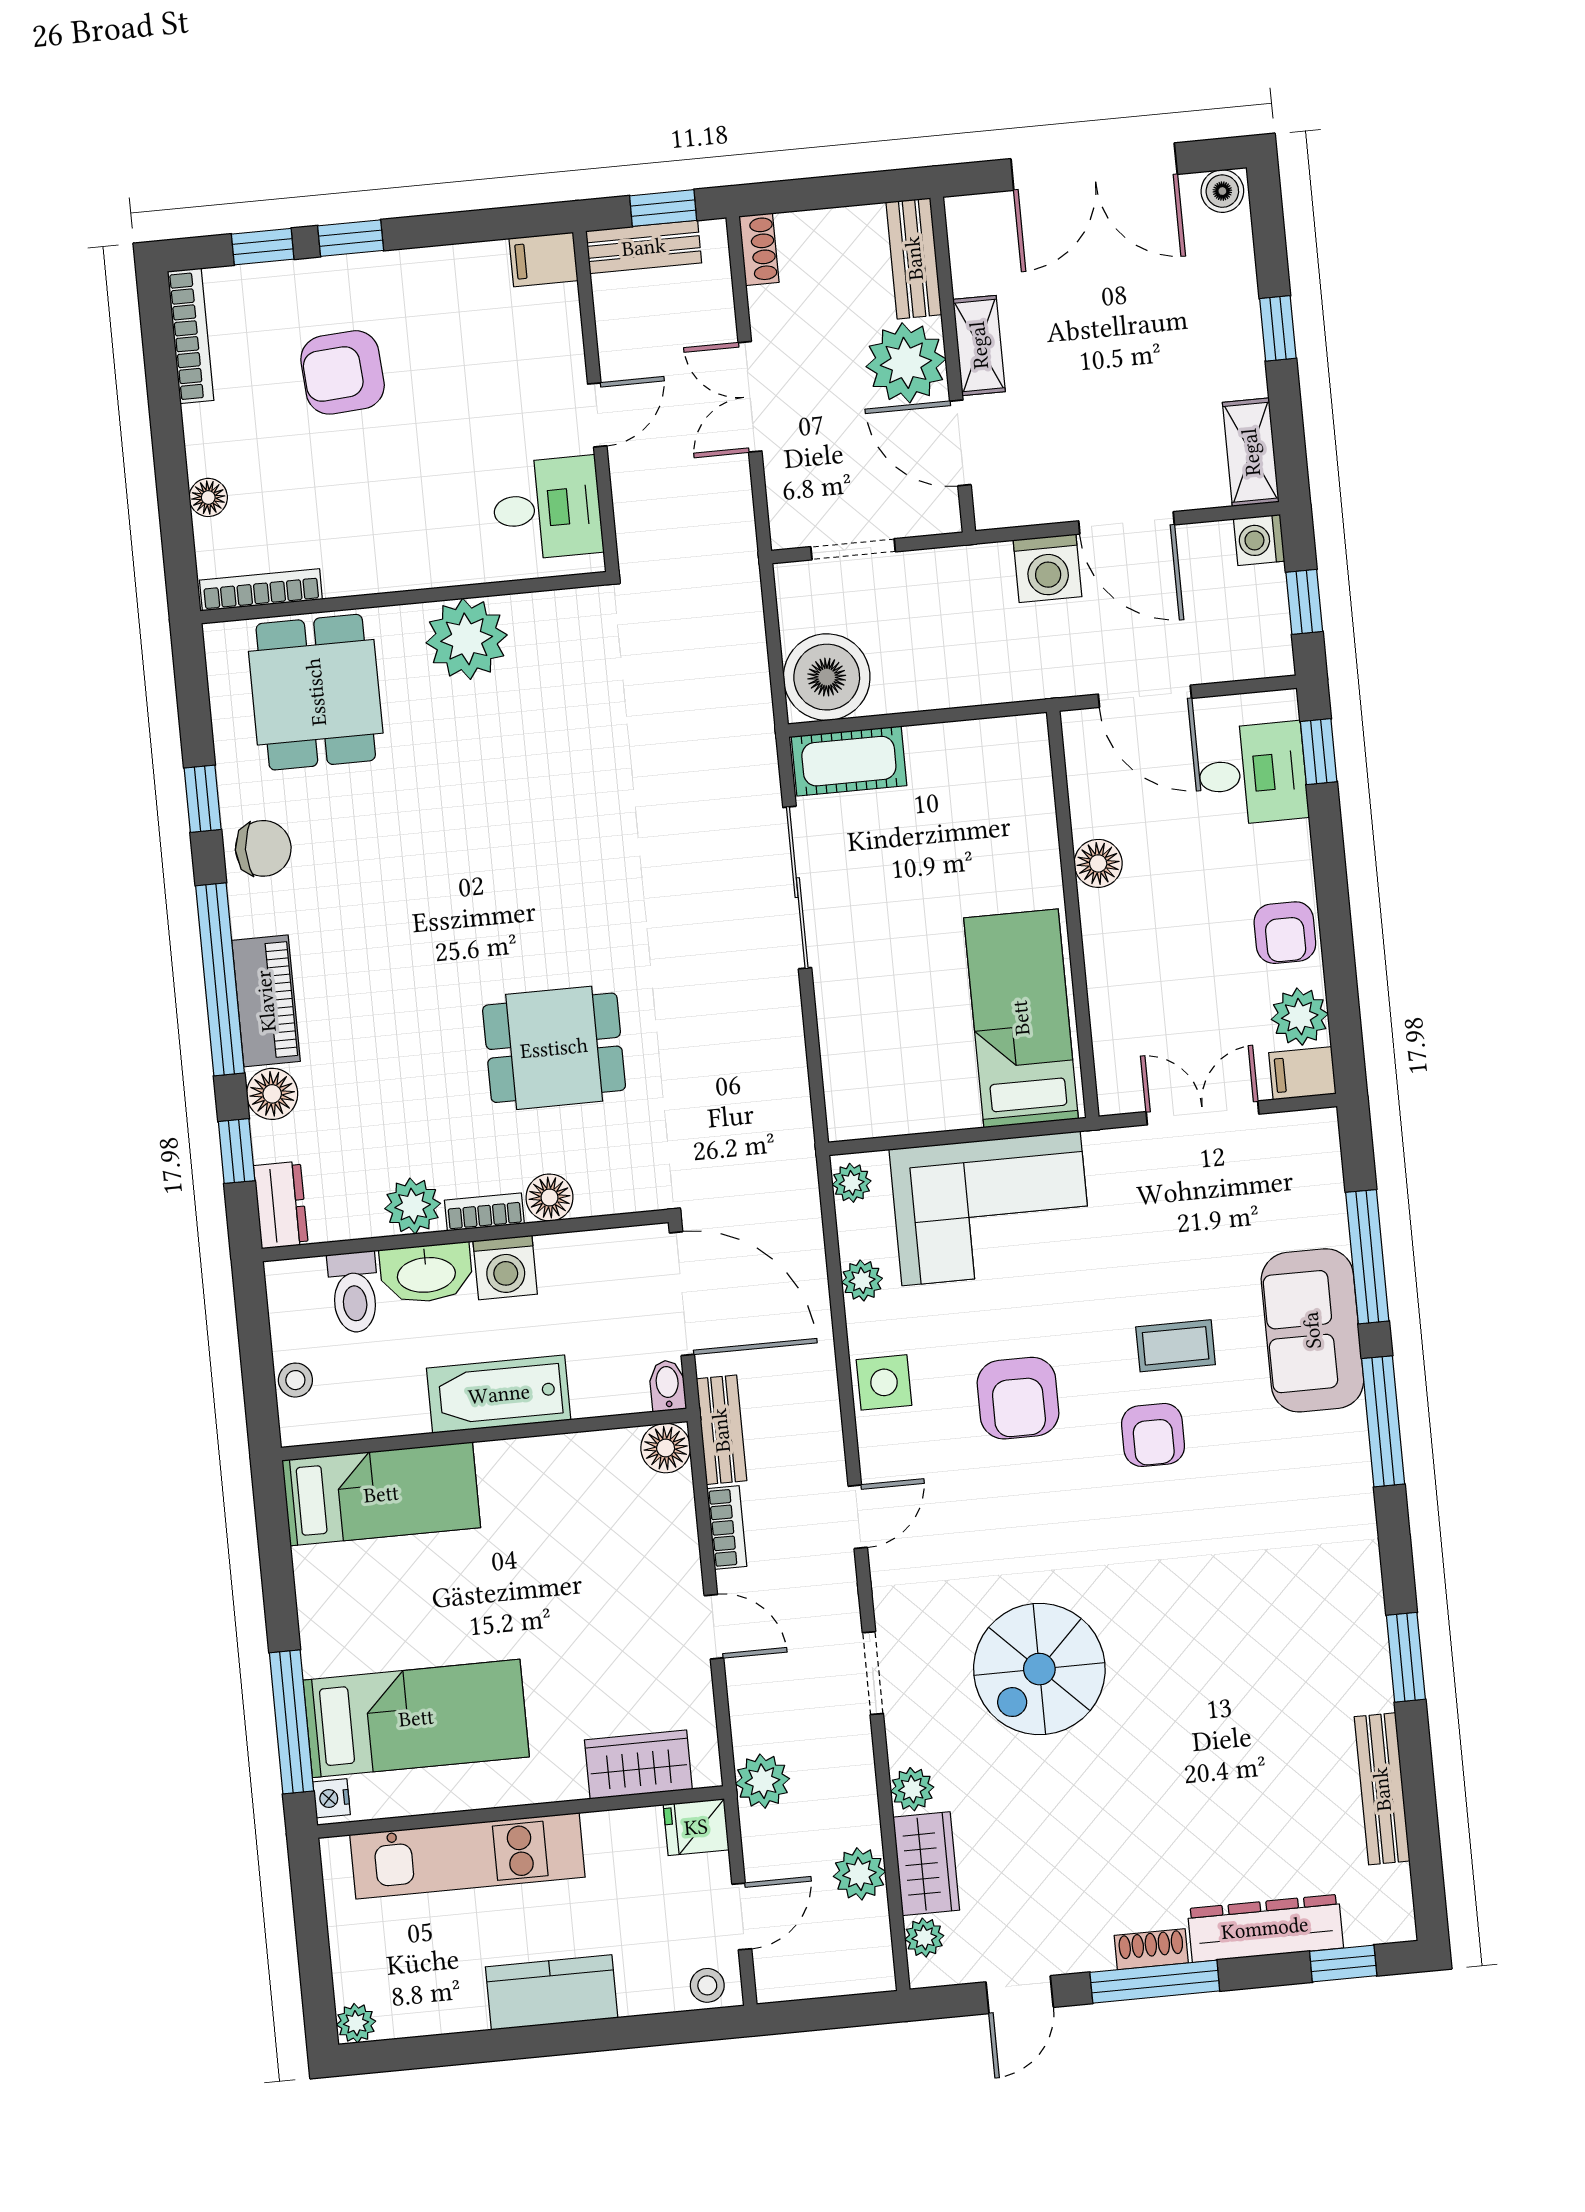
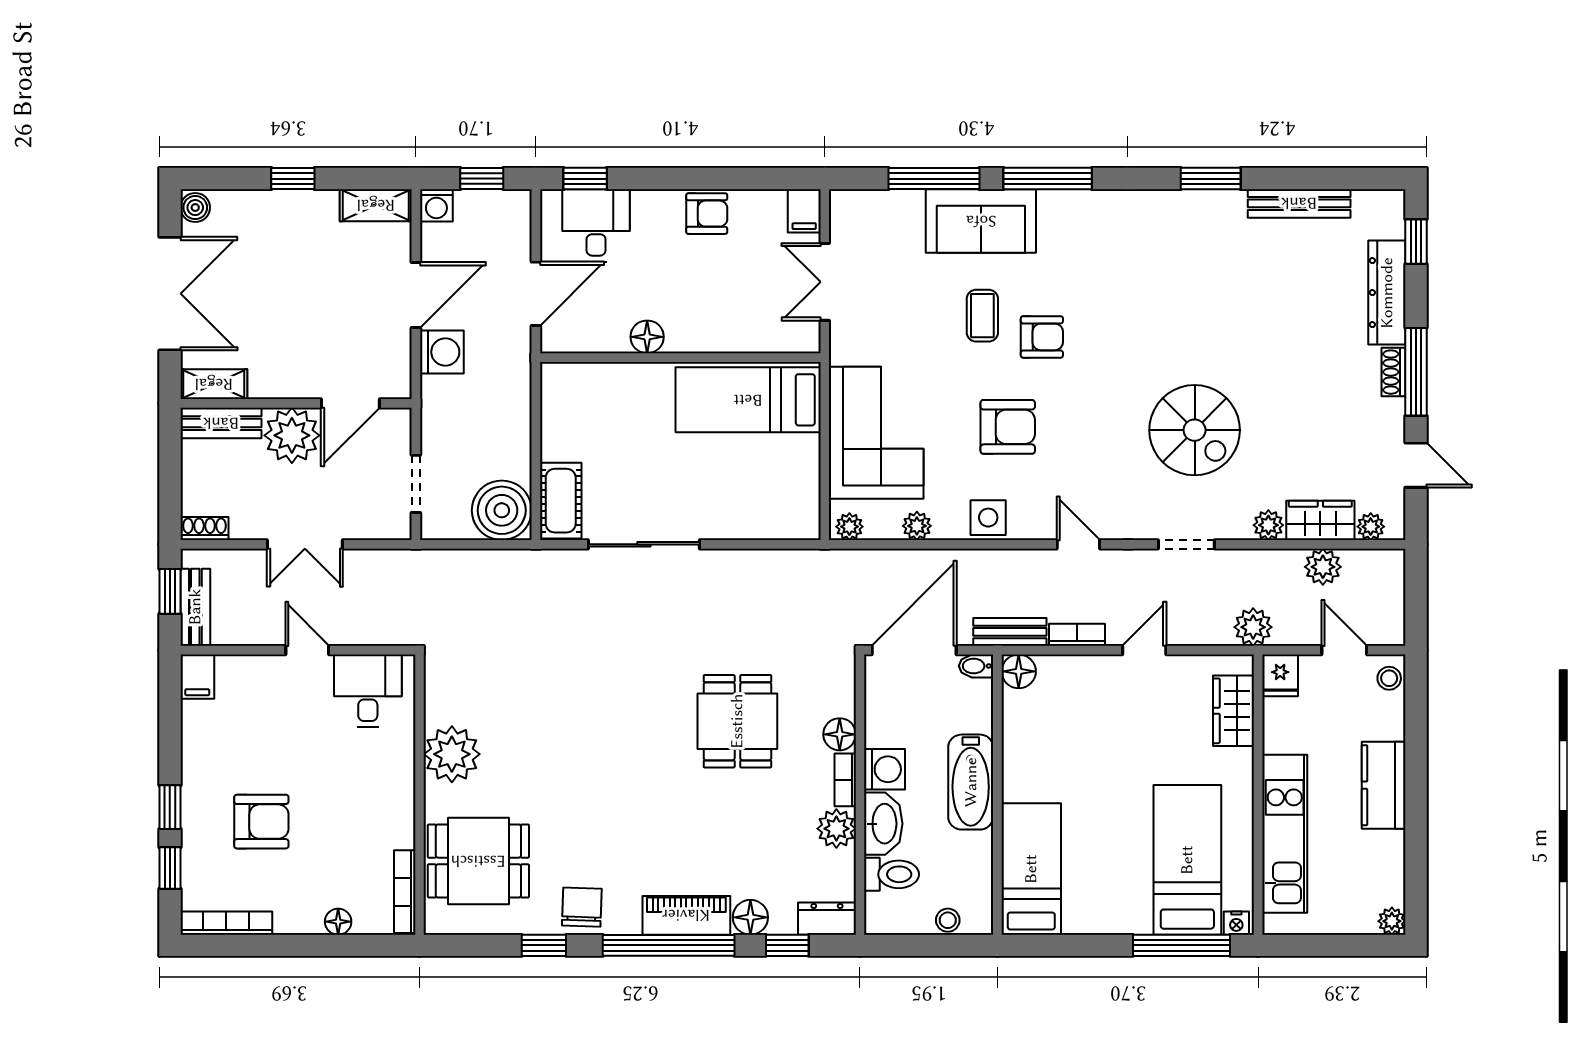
shelving: (979, 345) -> (214, 384), moved
armchair: (343, 372) -> (261, 822), turned -86
plant: (1300, 1017) -> (765, 209), removed

